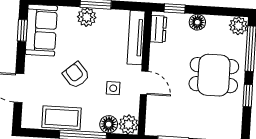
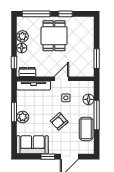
plant: (238, 26) -> (22, 36), moved
window: (22, 30) -> (48, 157), moved
plant: (129, 124) -> (88, 87), removed

